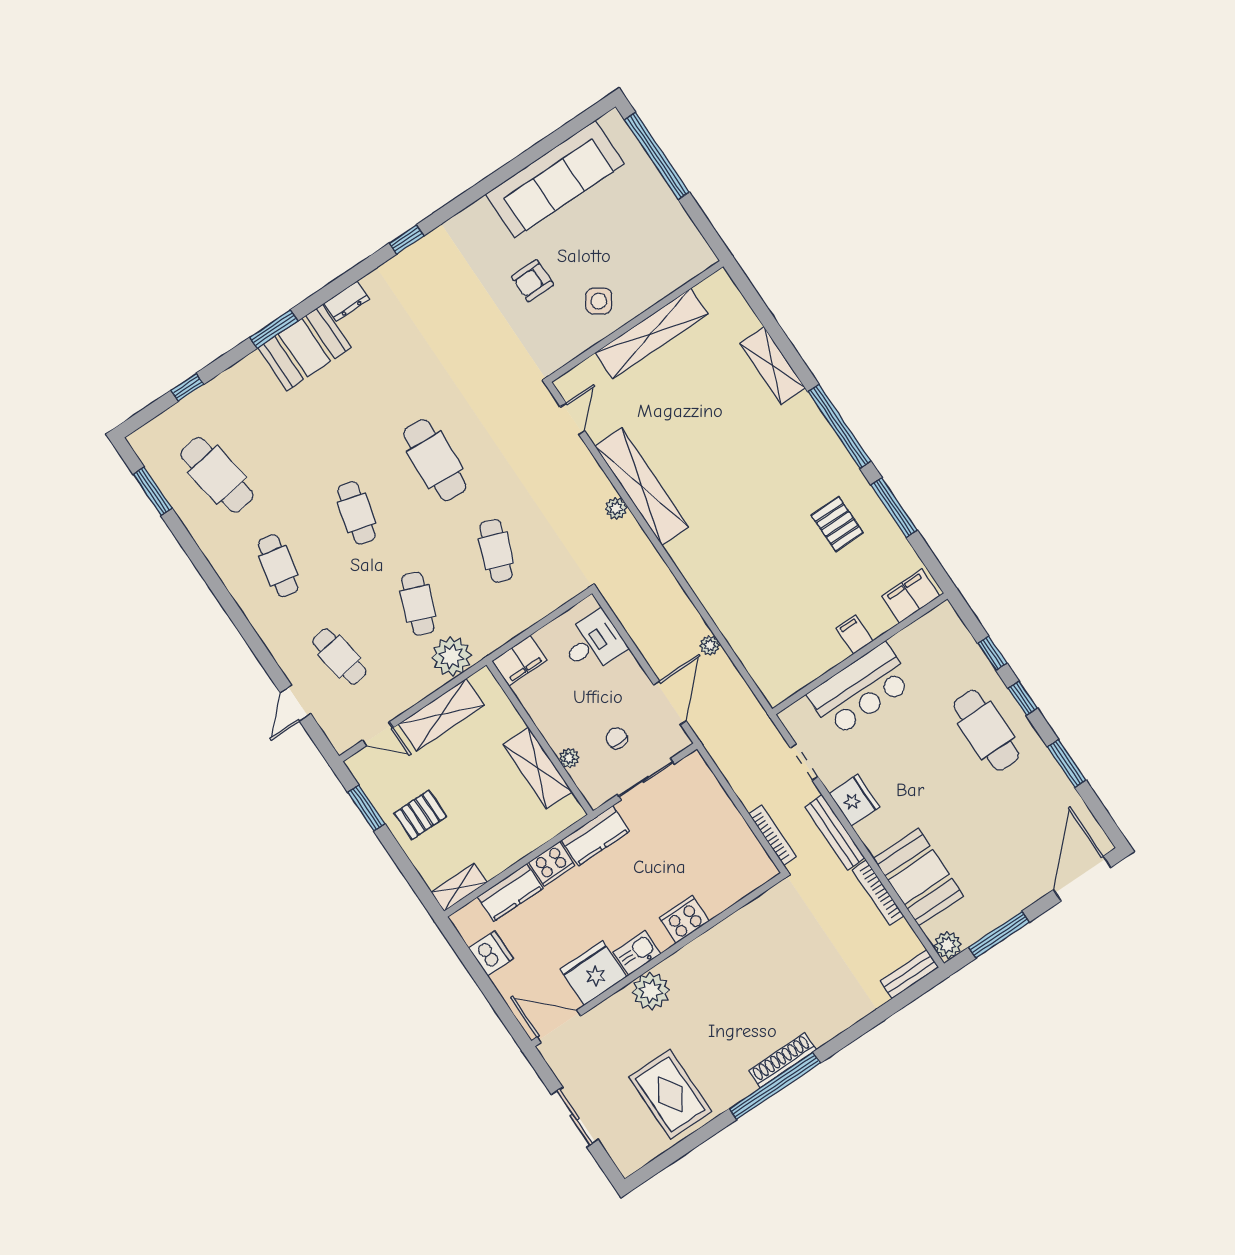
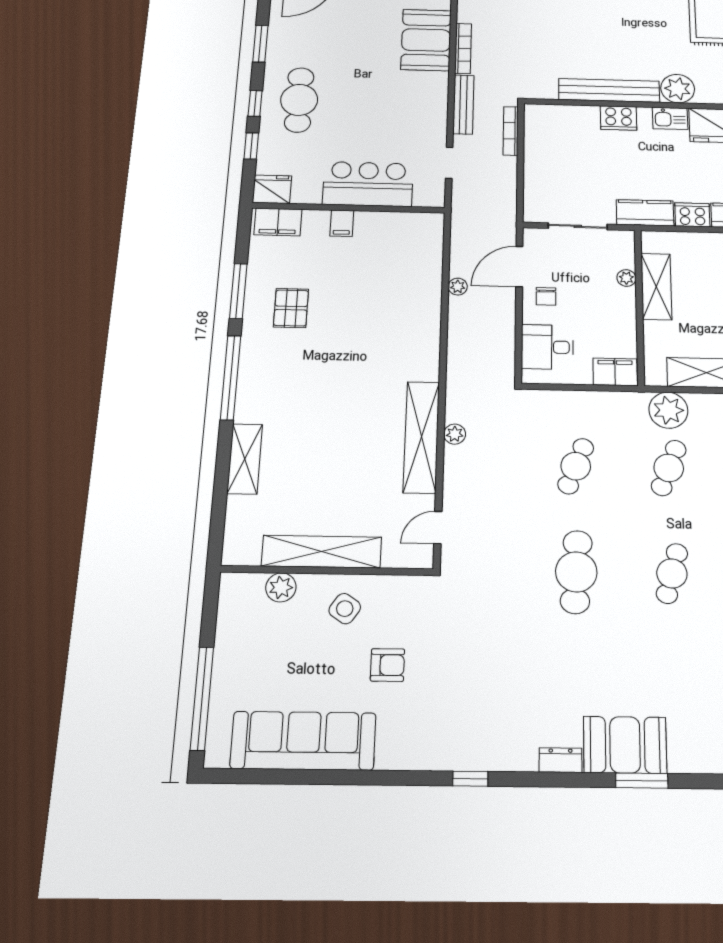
plant: (662, 282) -> (281, 587), added
chair: (617, 738) -> (546, 296), moved
fridge: (854, 800) -> (272, 189), moved, turned 90
bench: (713, 944) -> (609, 90), added

